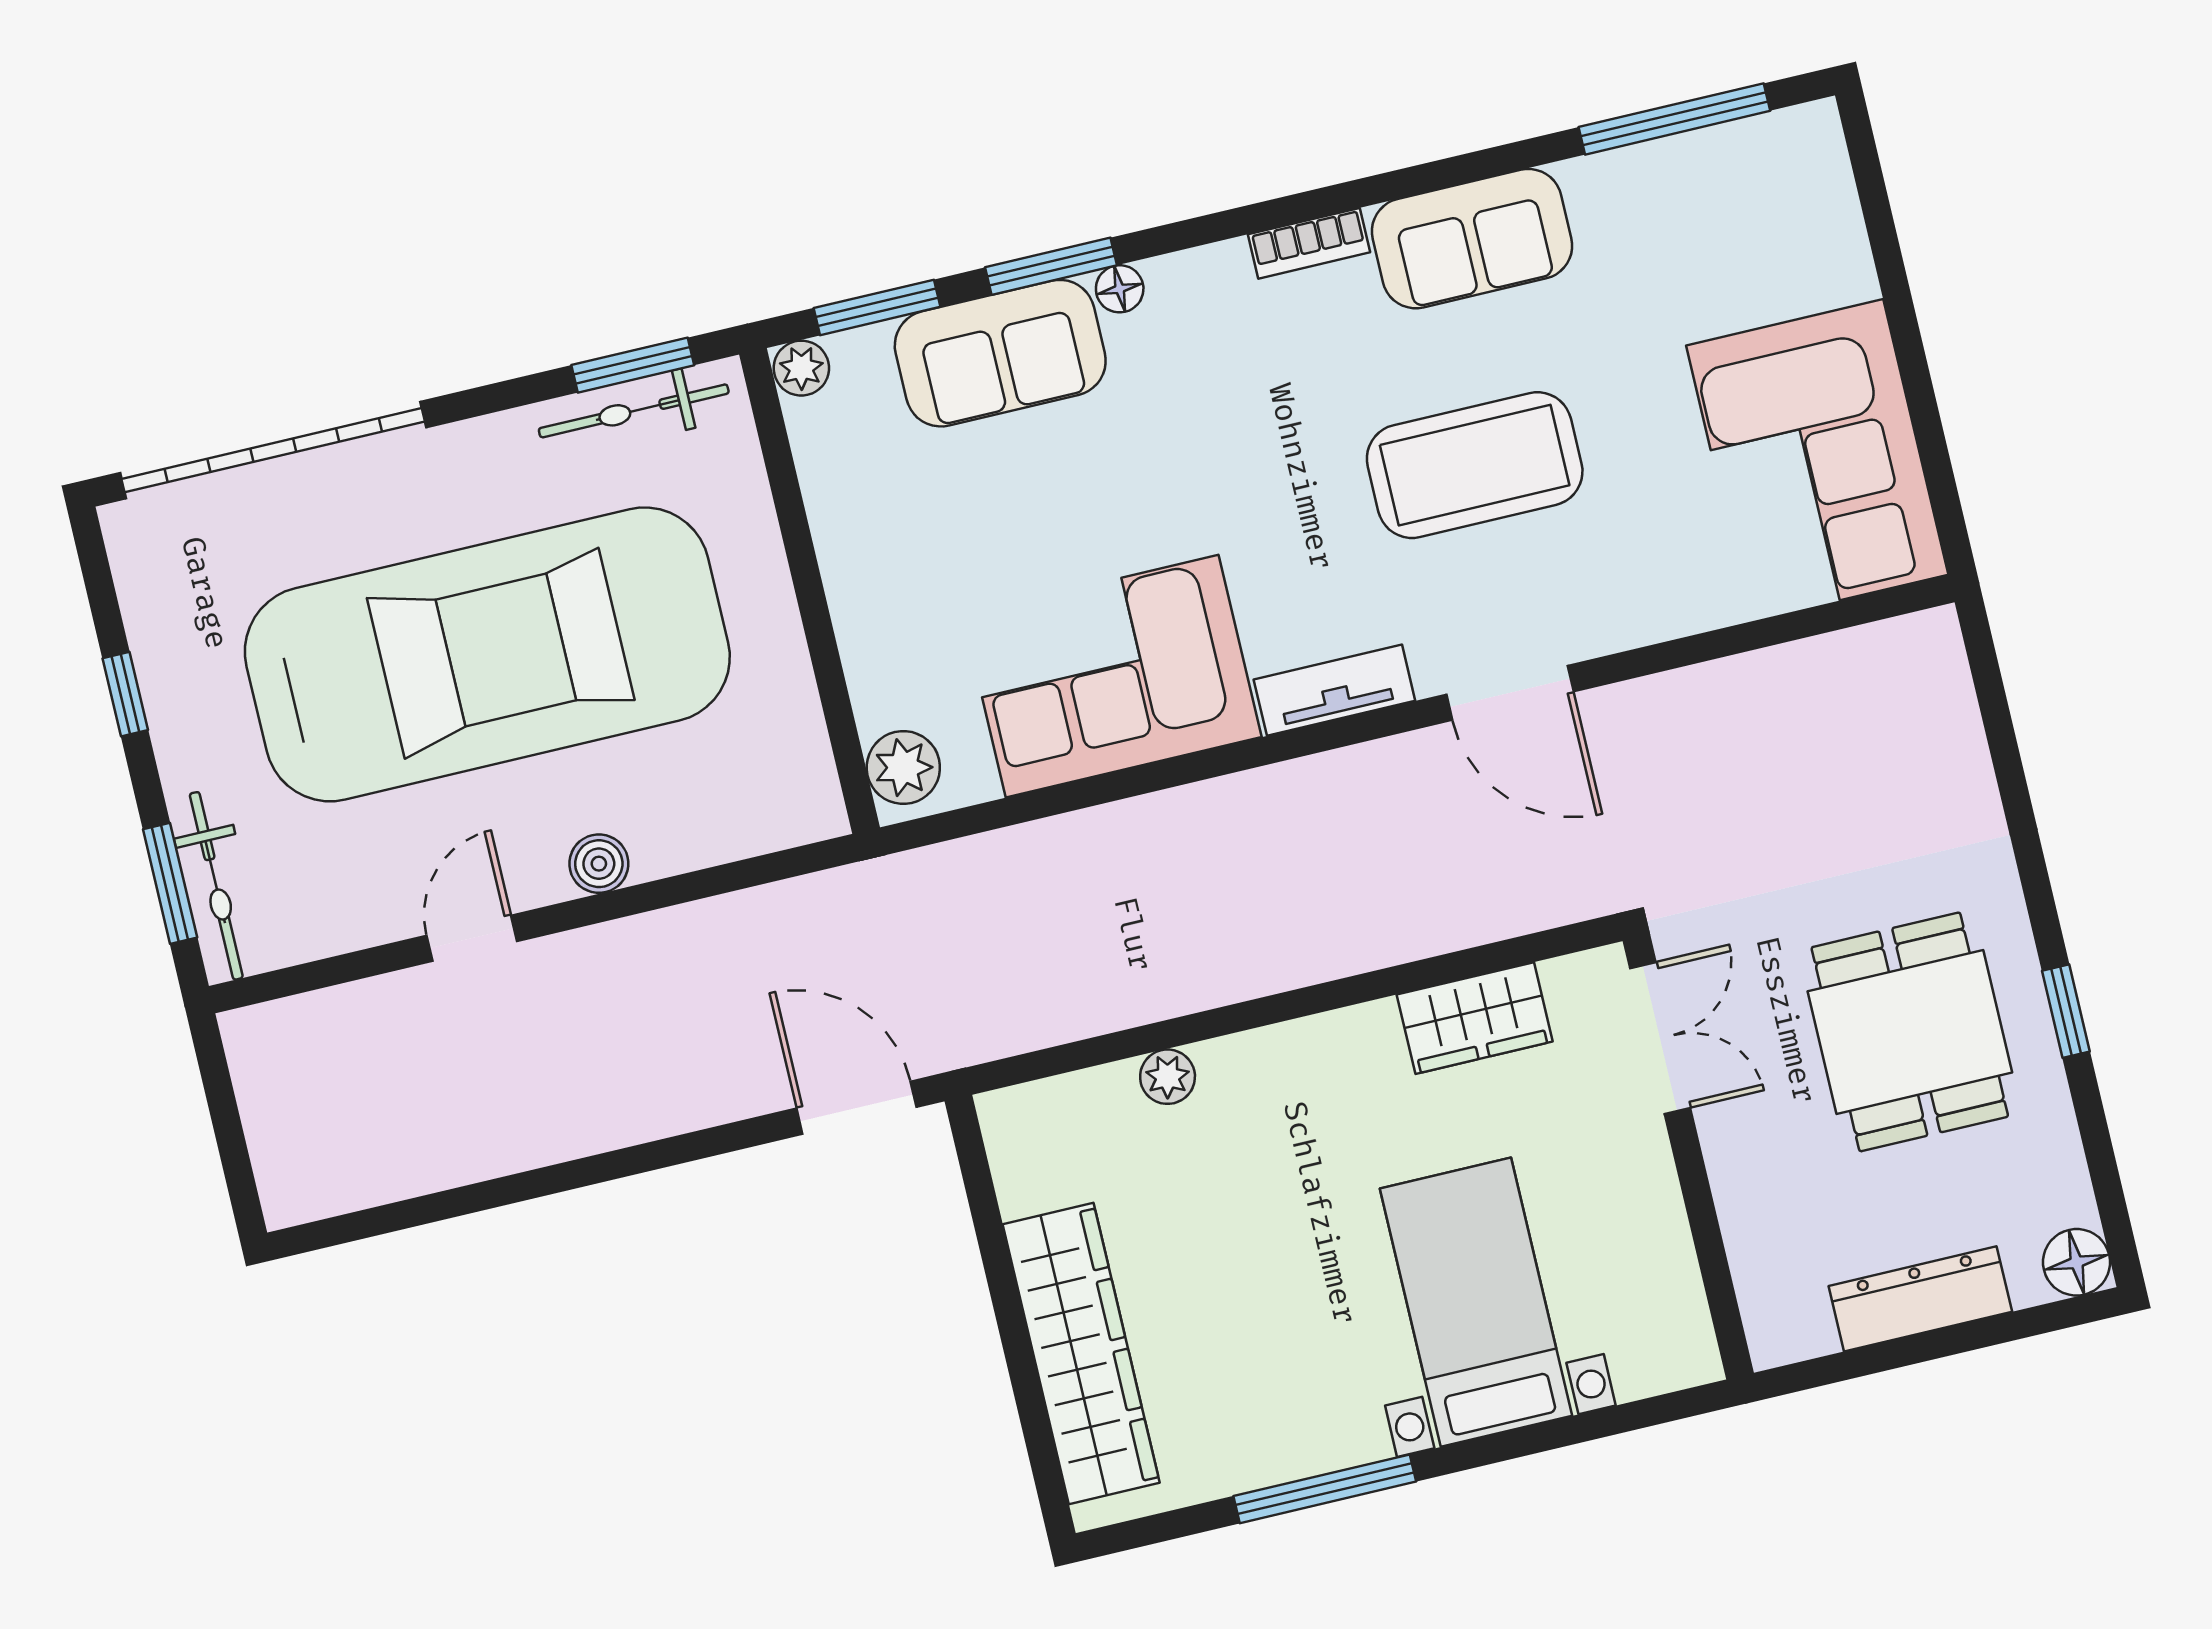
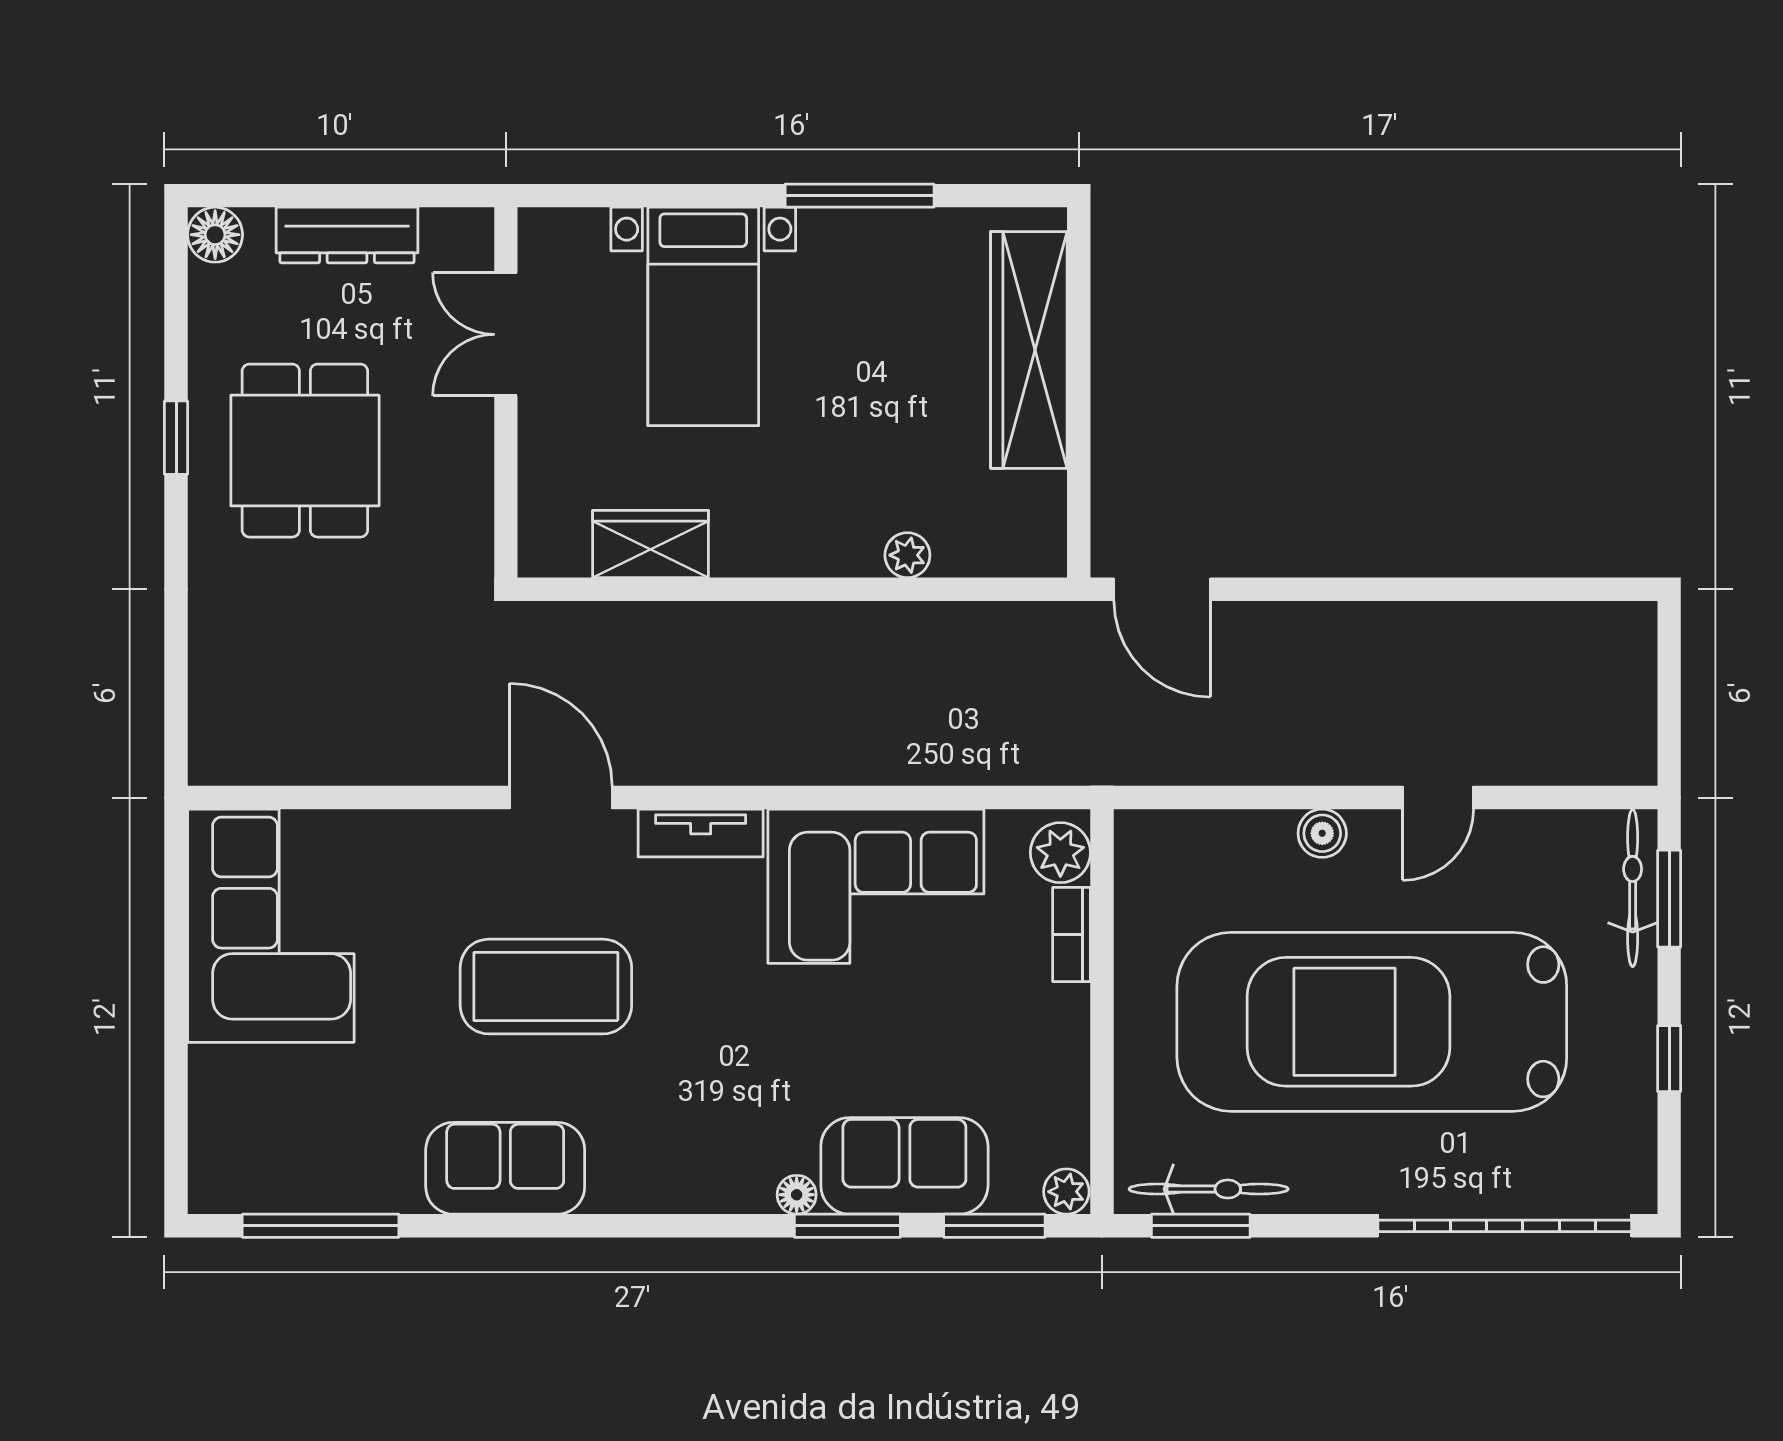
bookcase: (1309, 243) -> (1072, 935), moved, turned -90
double door: (1660, 1038) -> (506, 334), moved

